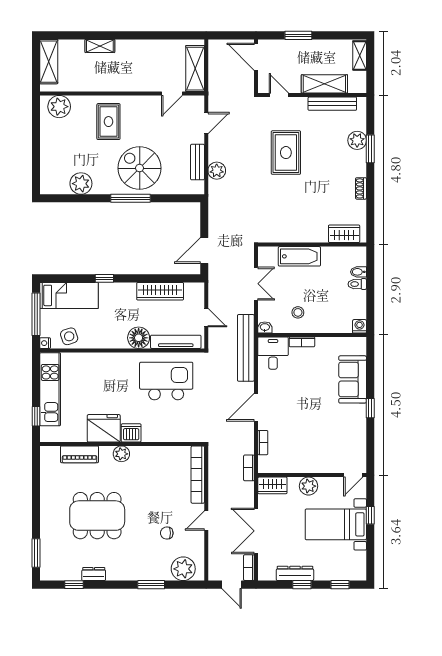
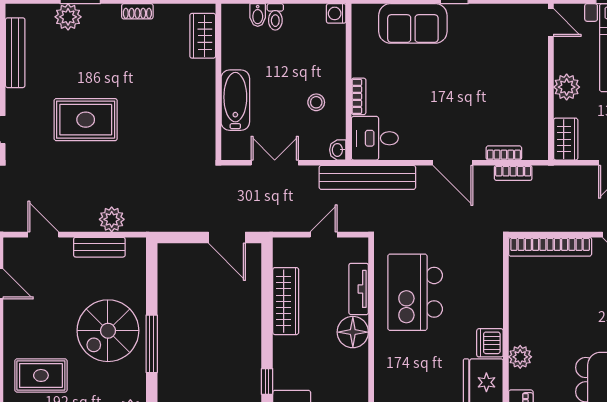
tv unit: (176, 342) -> (359, 289), width x0.71
bookcase: (249, 468) -> (513, 173), moved

